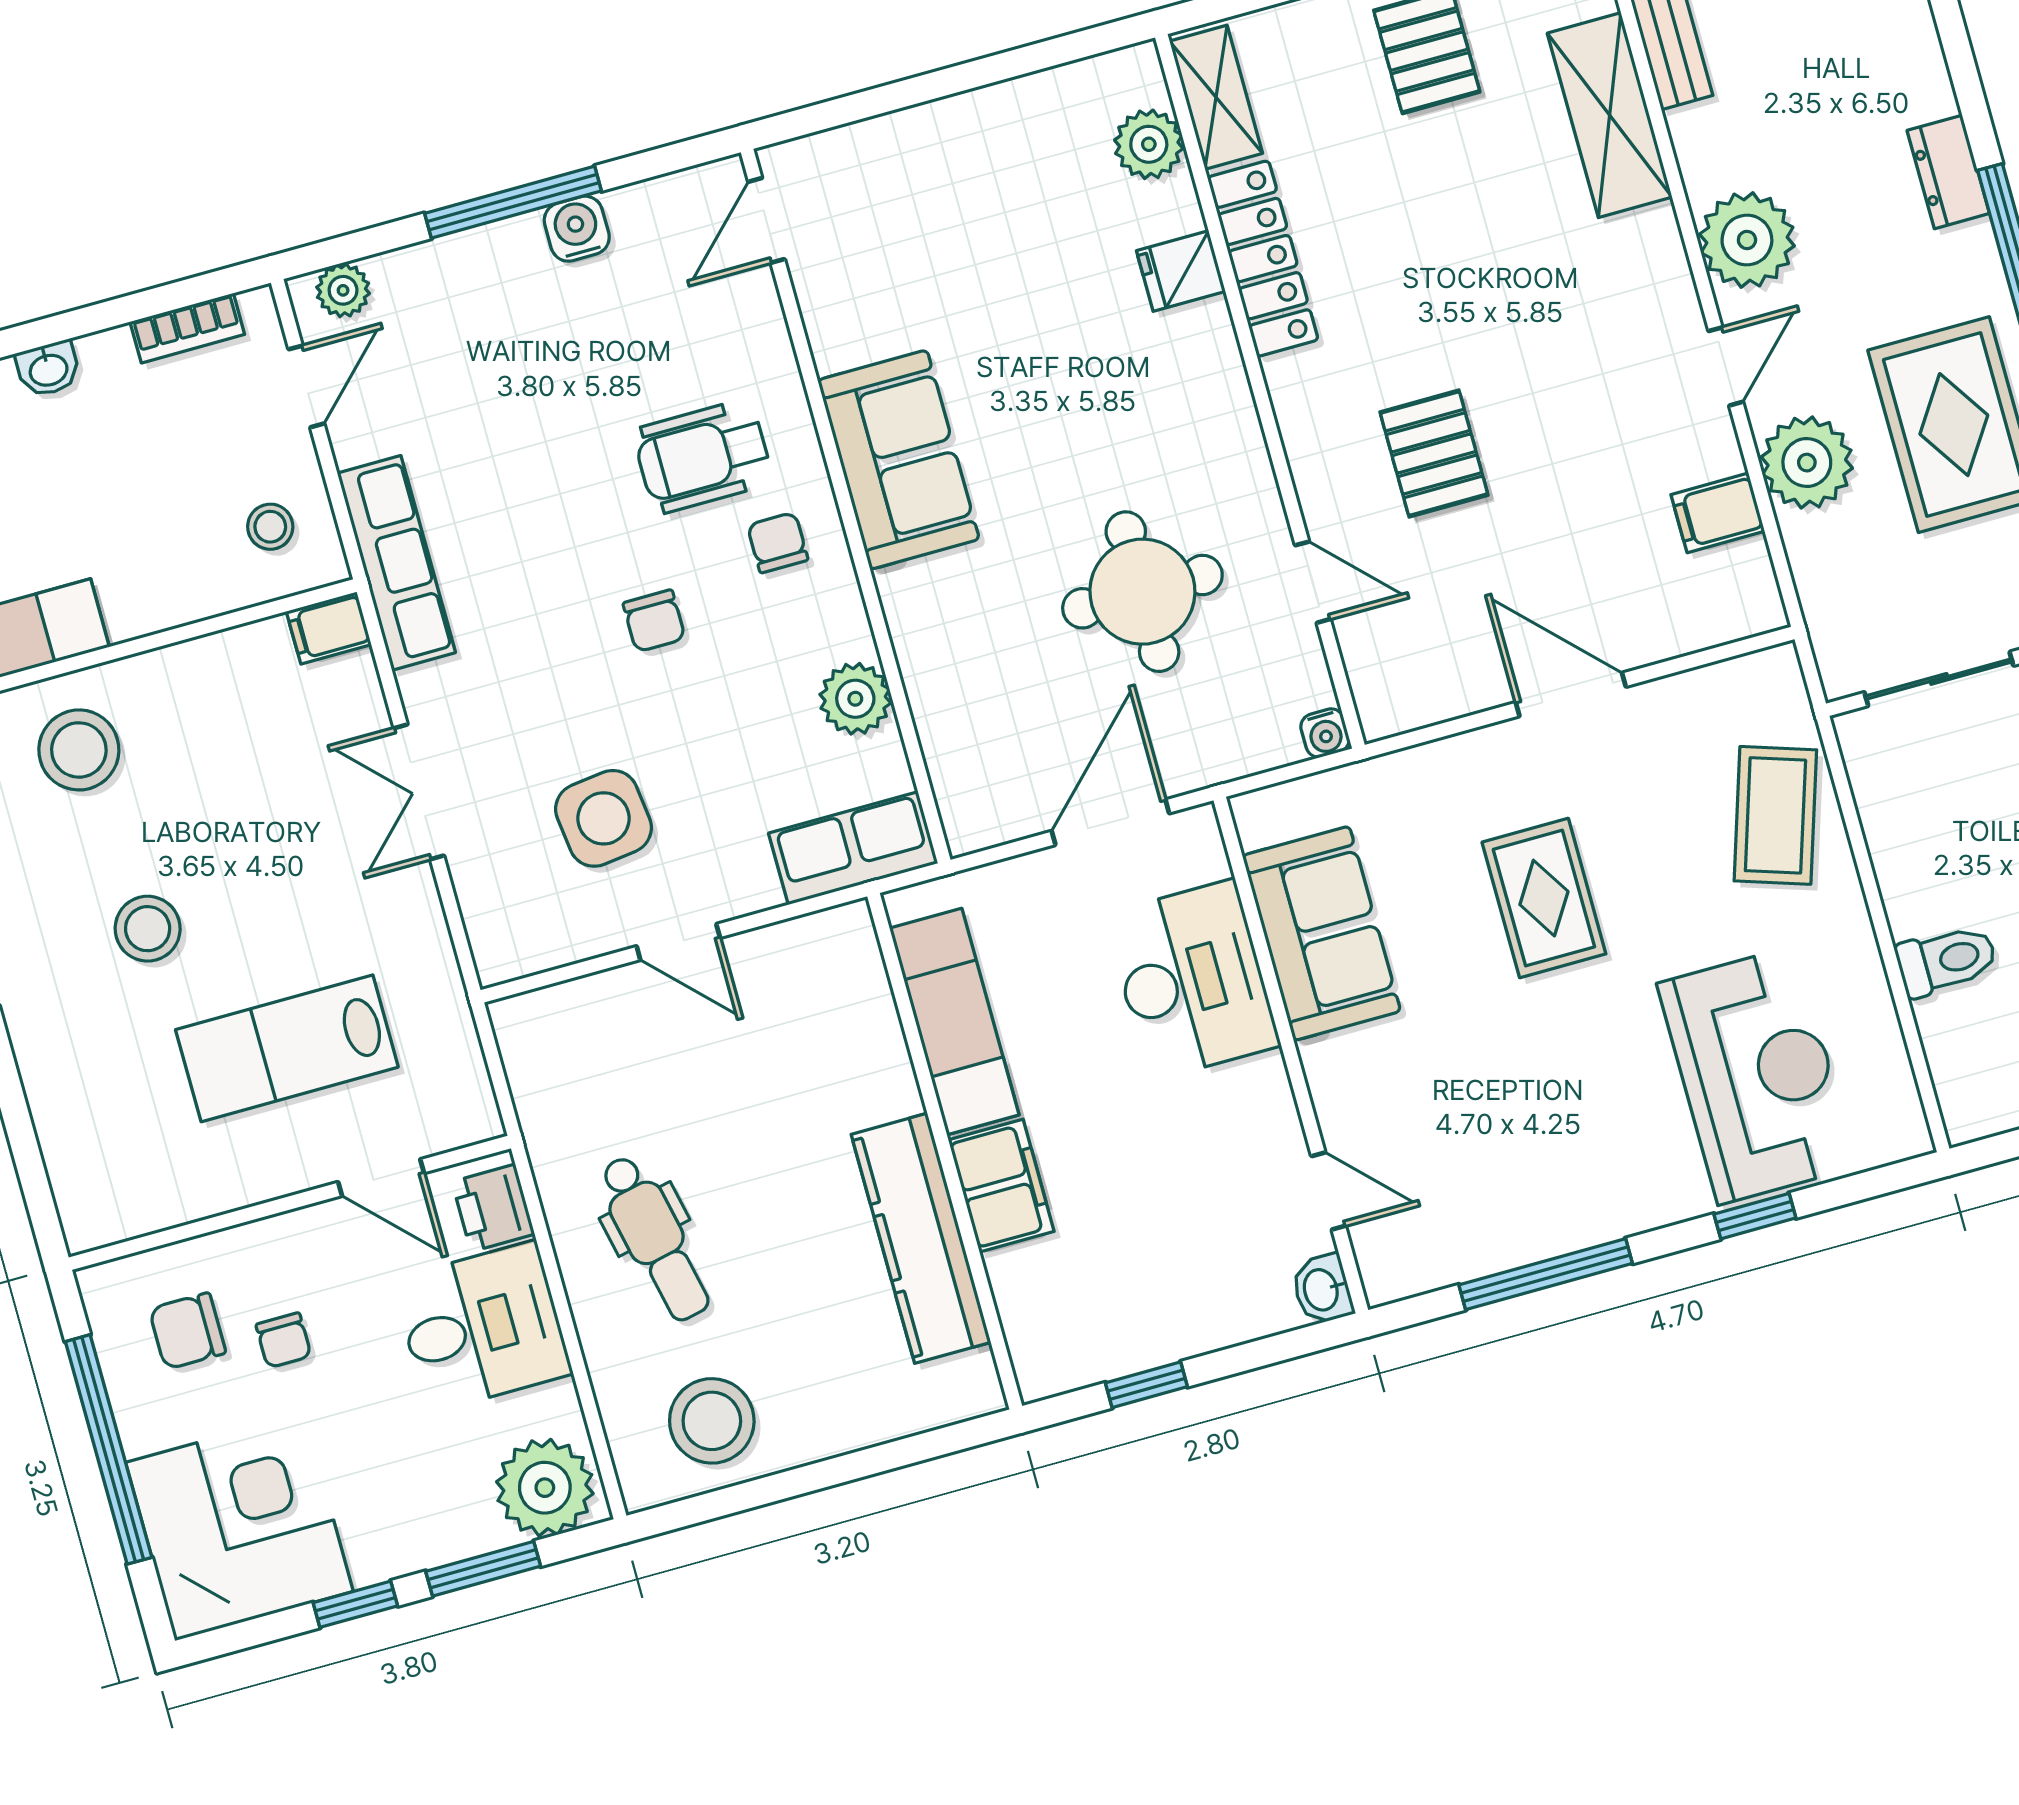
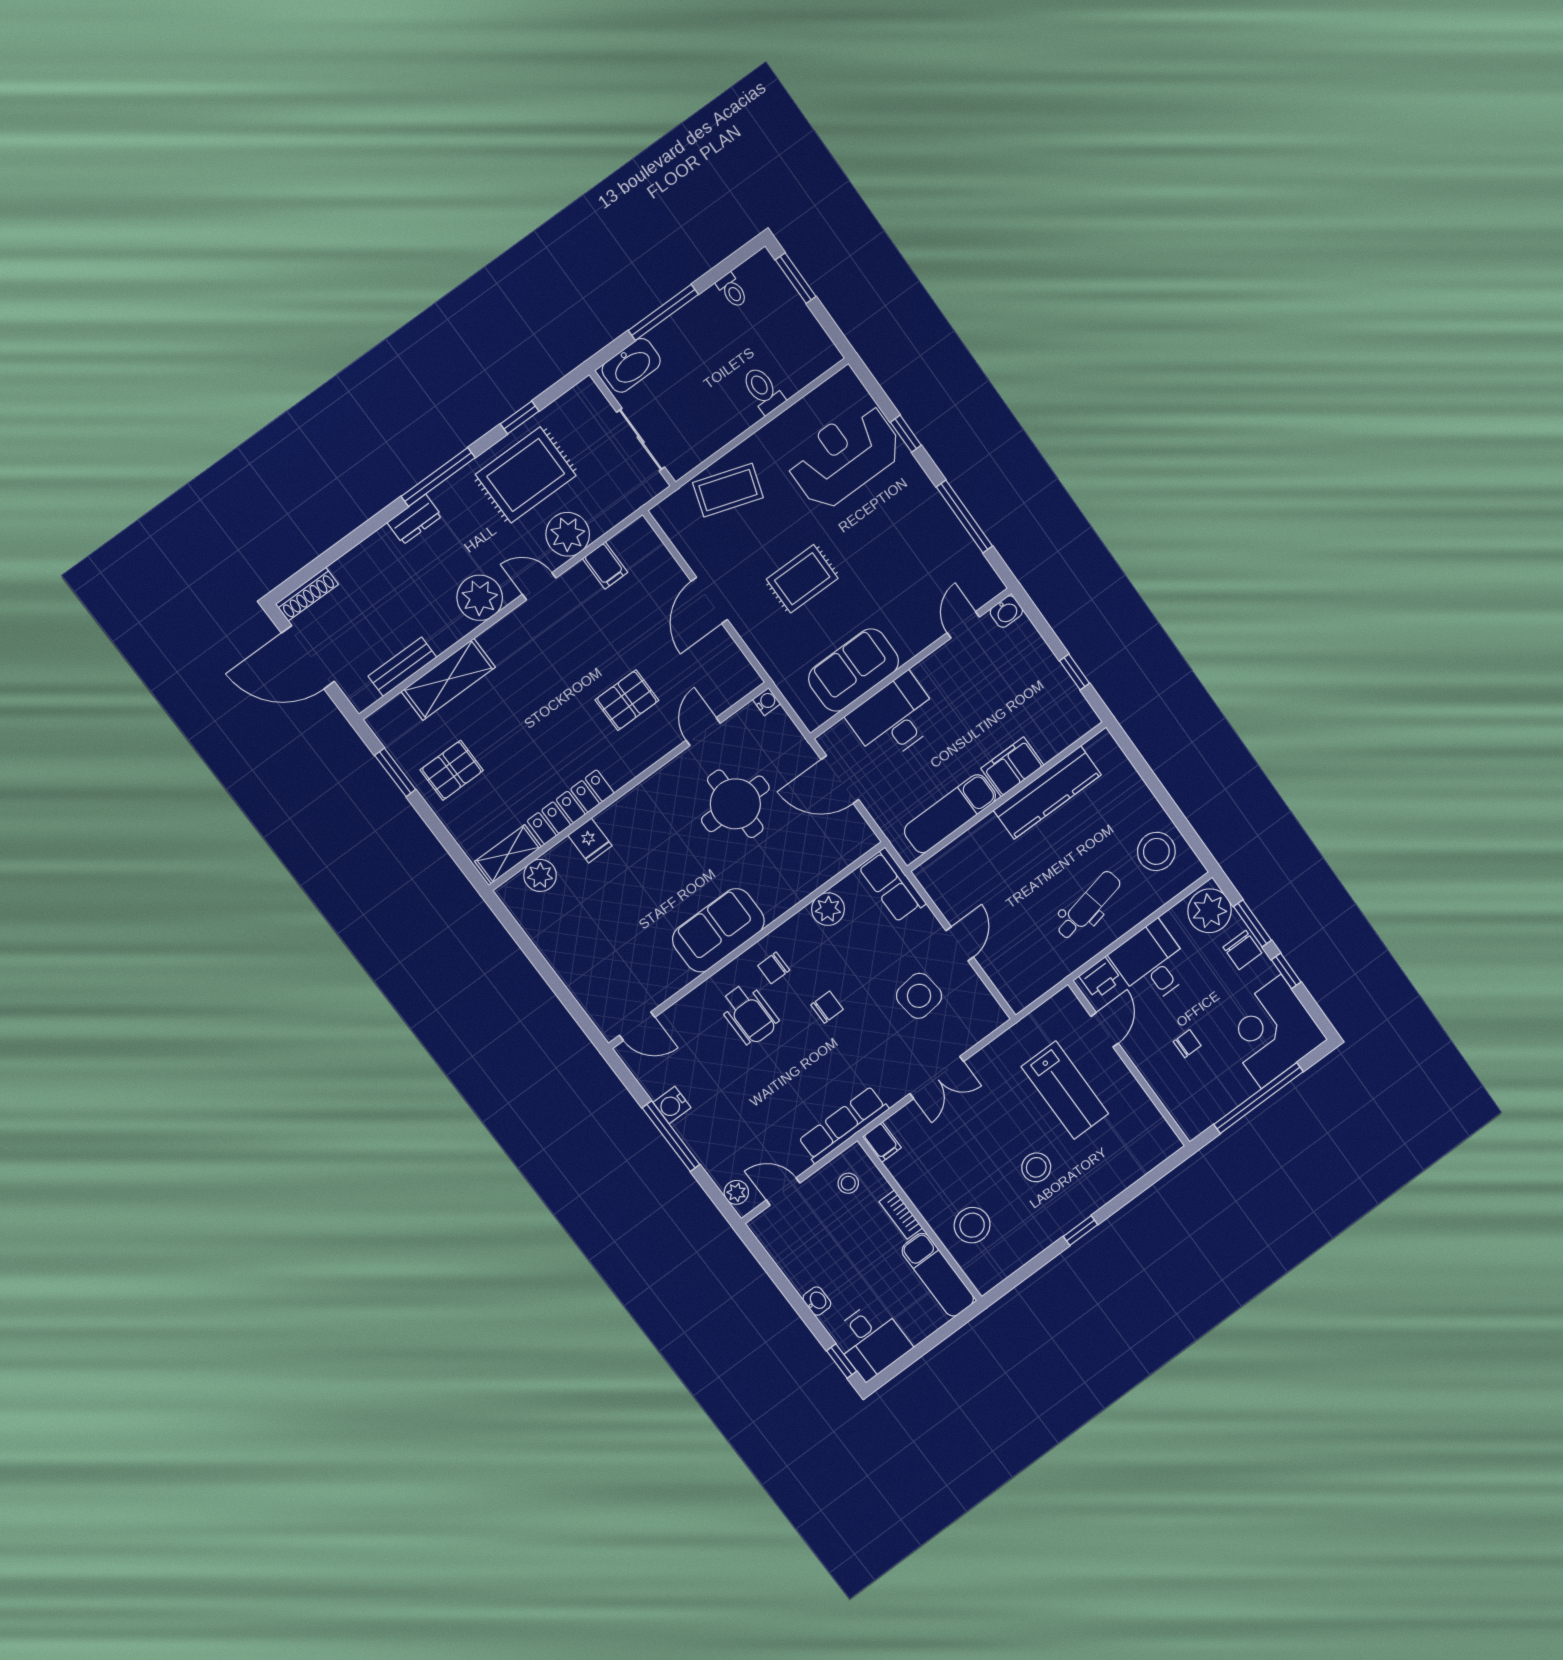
bookcase: (187, 328) -> (901, 1215), moved, turned 180
chair: (187, 1331) -> (1242, 950), moved

